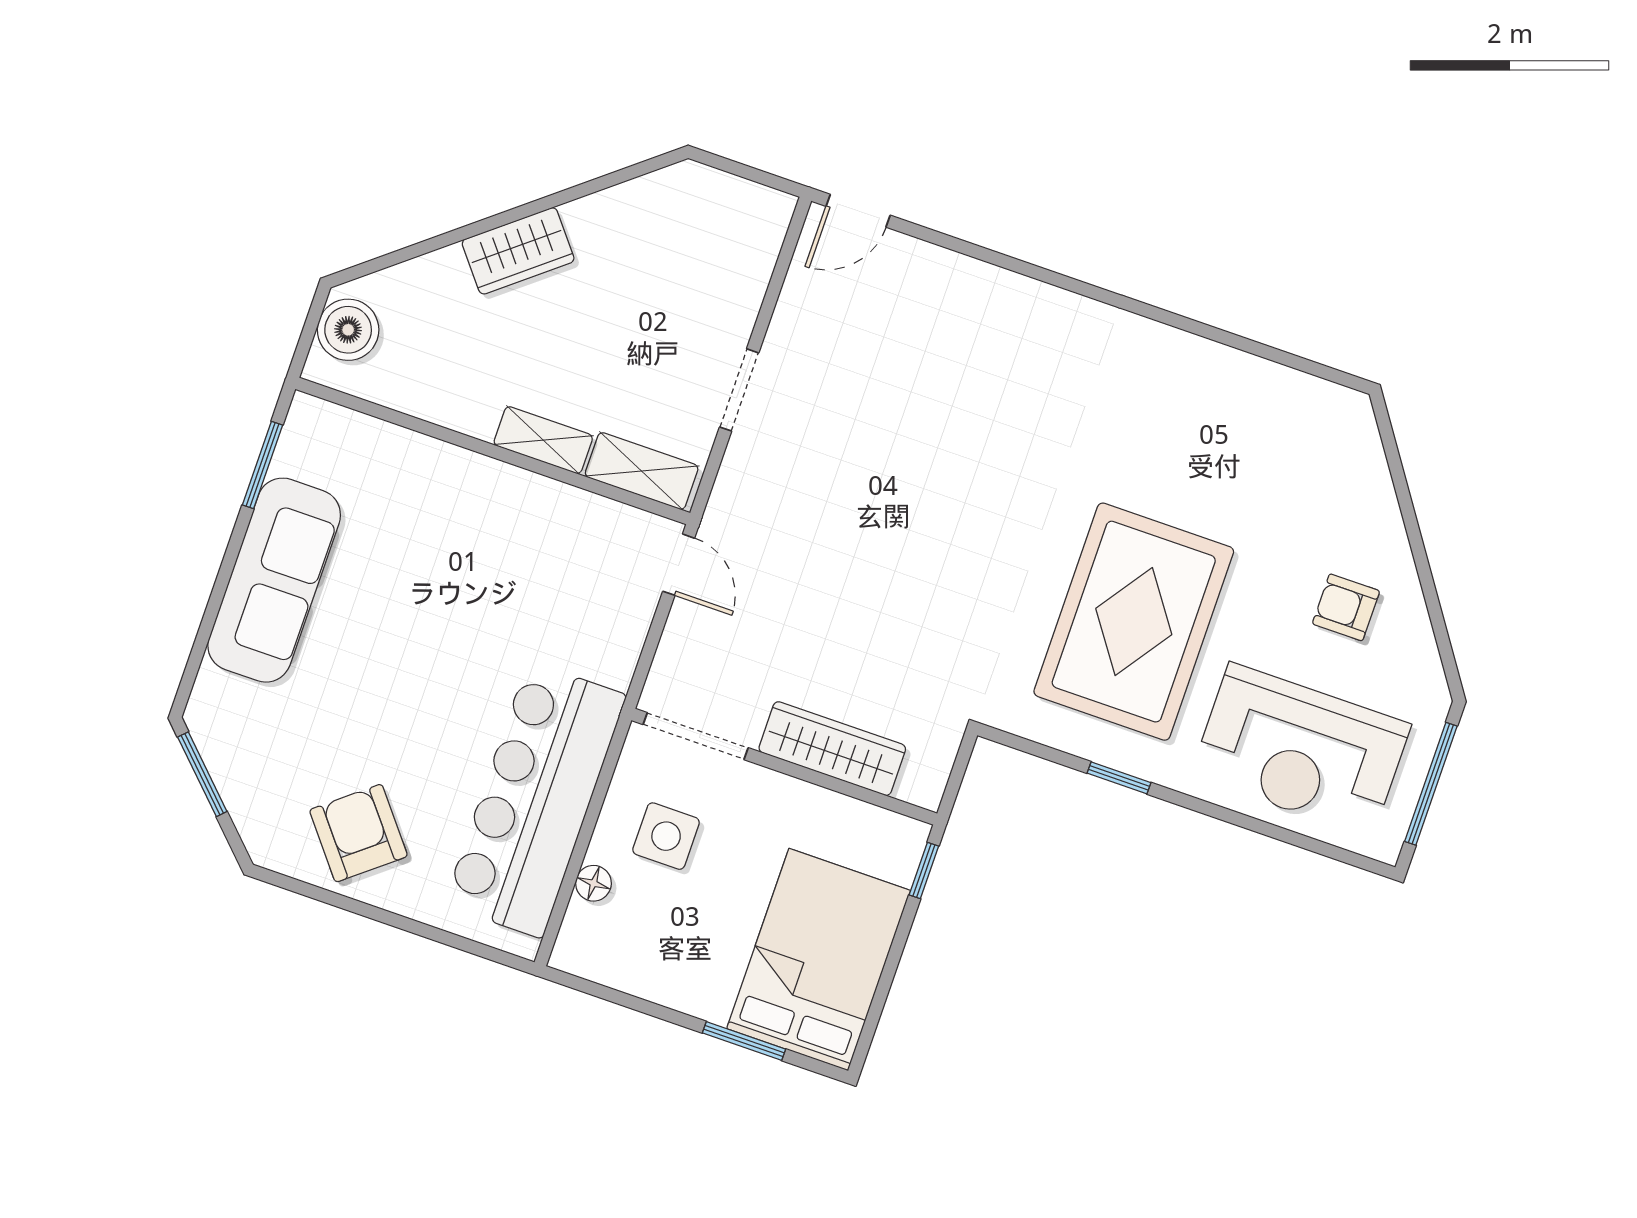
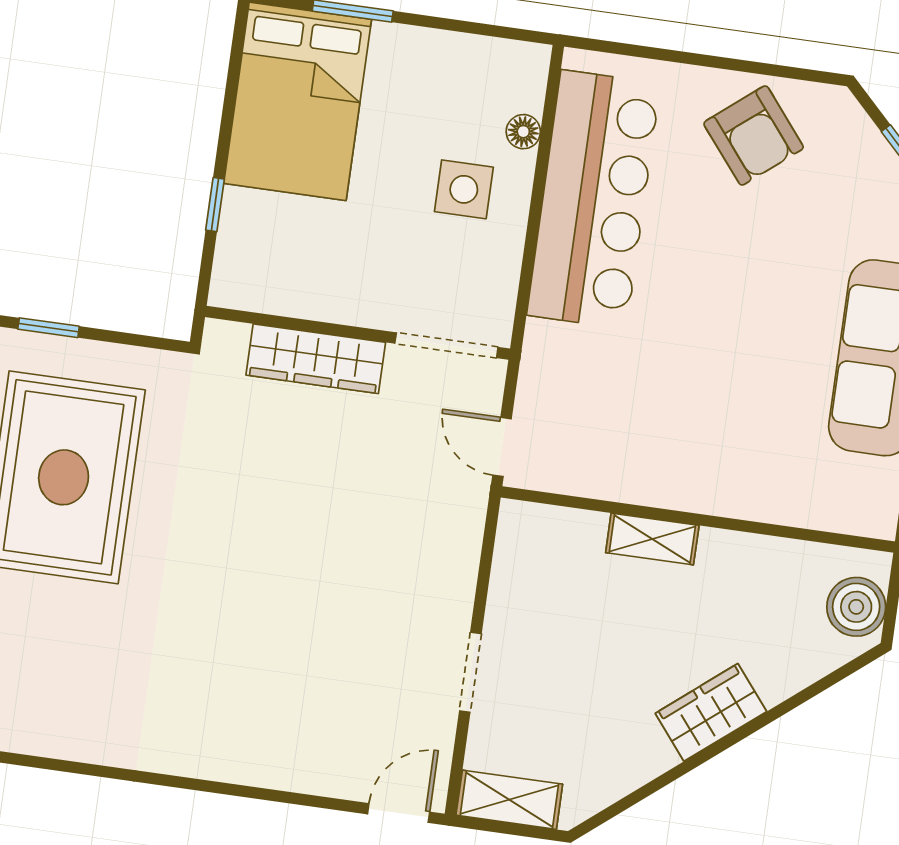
doorway: (739, 390) -> (470, 672), moved
shelving: (642, 471) -> (509, 800), moved
doorway: (696, 736) -> (446, 345), moved
wardrobe: (832, 749) -> (316, 359), moved
wall: (784, 767) -> (358, 333), moved

